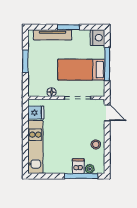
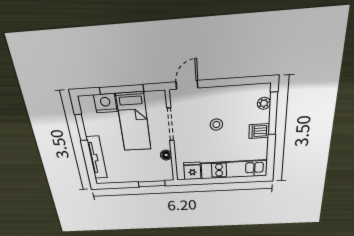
window: (68, 27) -> (81, 128), moved
nightstand: (98, 38) -> (105, 103), moved
window: (25, 61) -> (152, 184), moved
stool: (96, 144) -> (216, 125), moved
dishwasher: (78, 166) -> (259, 131), moved

